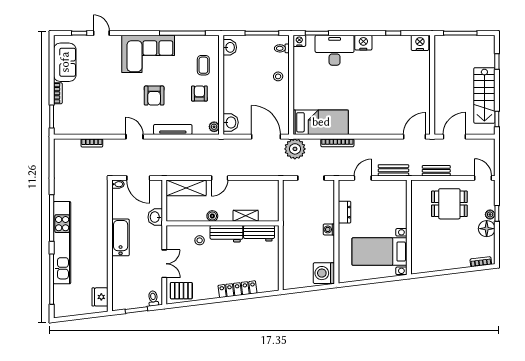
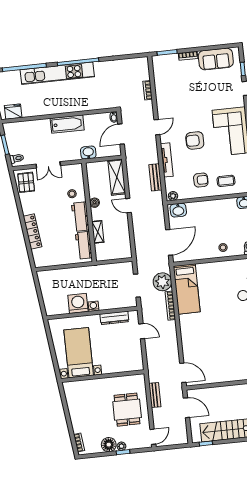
plant: (295, 149) -> (162, 282), moved
bench: (393, 170) -> (155, 177), moved
dresser: (345, 212) -> (114, 318), width x1.44
washing machine: (324, 273) -> (78, 303), moved

